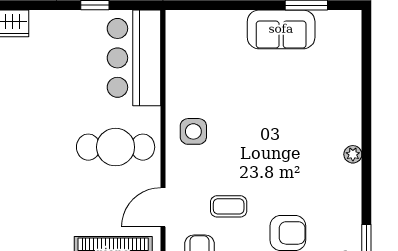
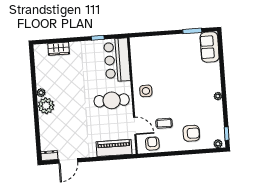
sofa: (281, 29) -> (210, 47), moved, turned 90
door: (163, 207) -> (135, 126), swing flipped

